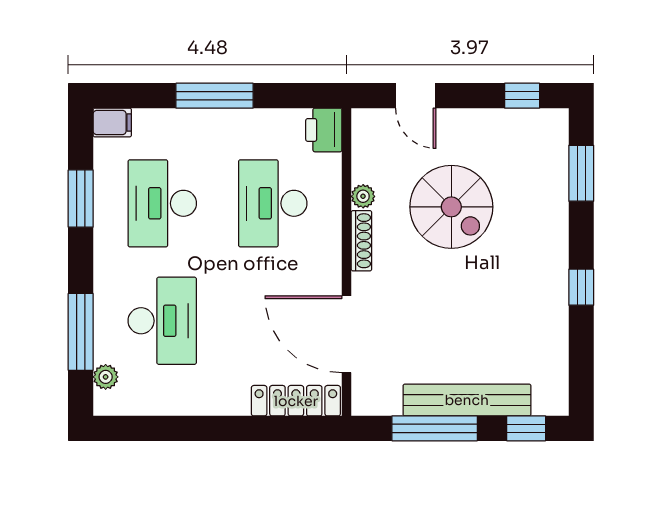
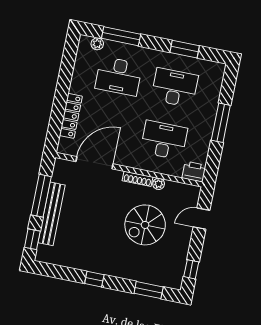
filing cabinet: (112, 122) -> (218, 71), removed
locker: (296, 401) -> (71, 116), moved

